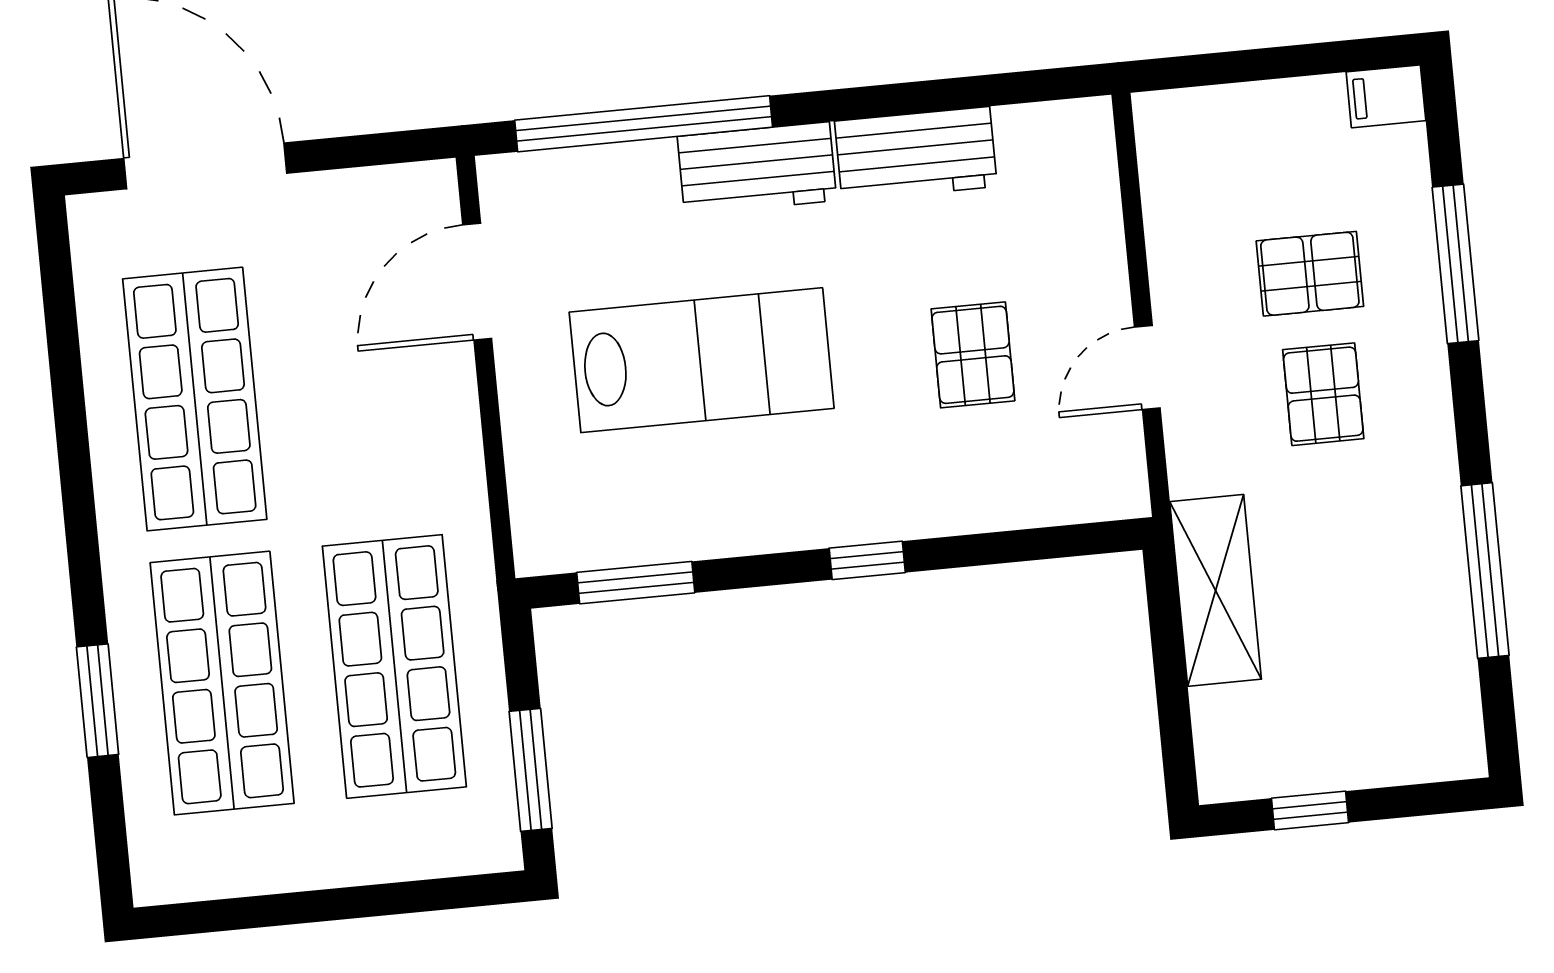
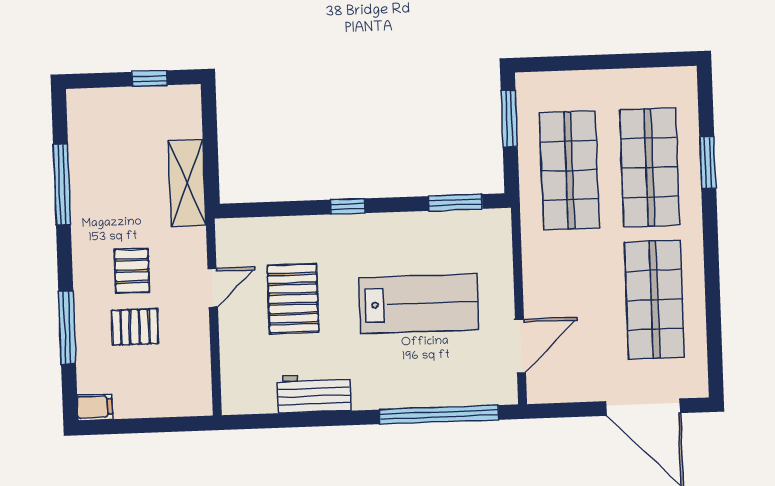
workbench: (757, 168) -> (388, 391), removed
pallet: (973, 355) -> (293, 299), width x1.50, depth x1.42
lab bench: (702, 360) -> (419, 304), turned 180

